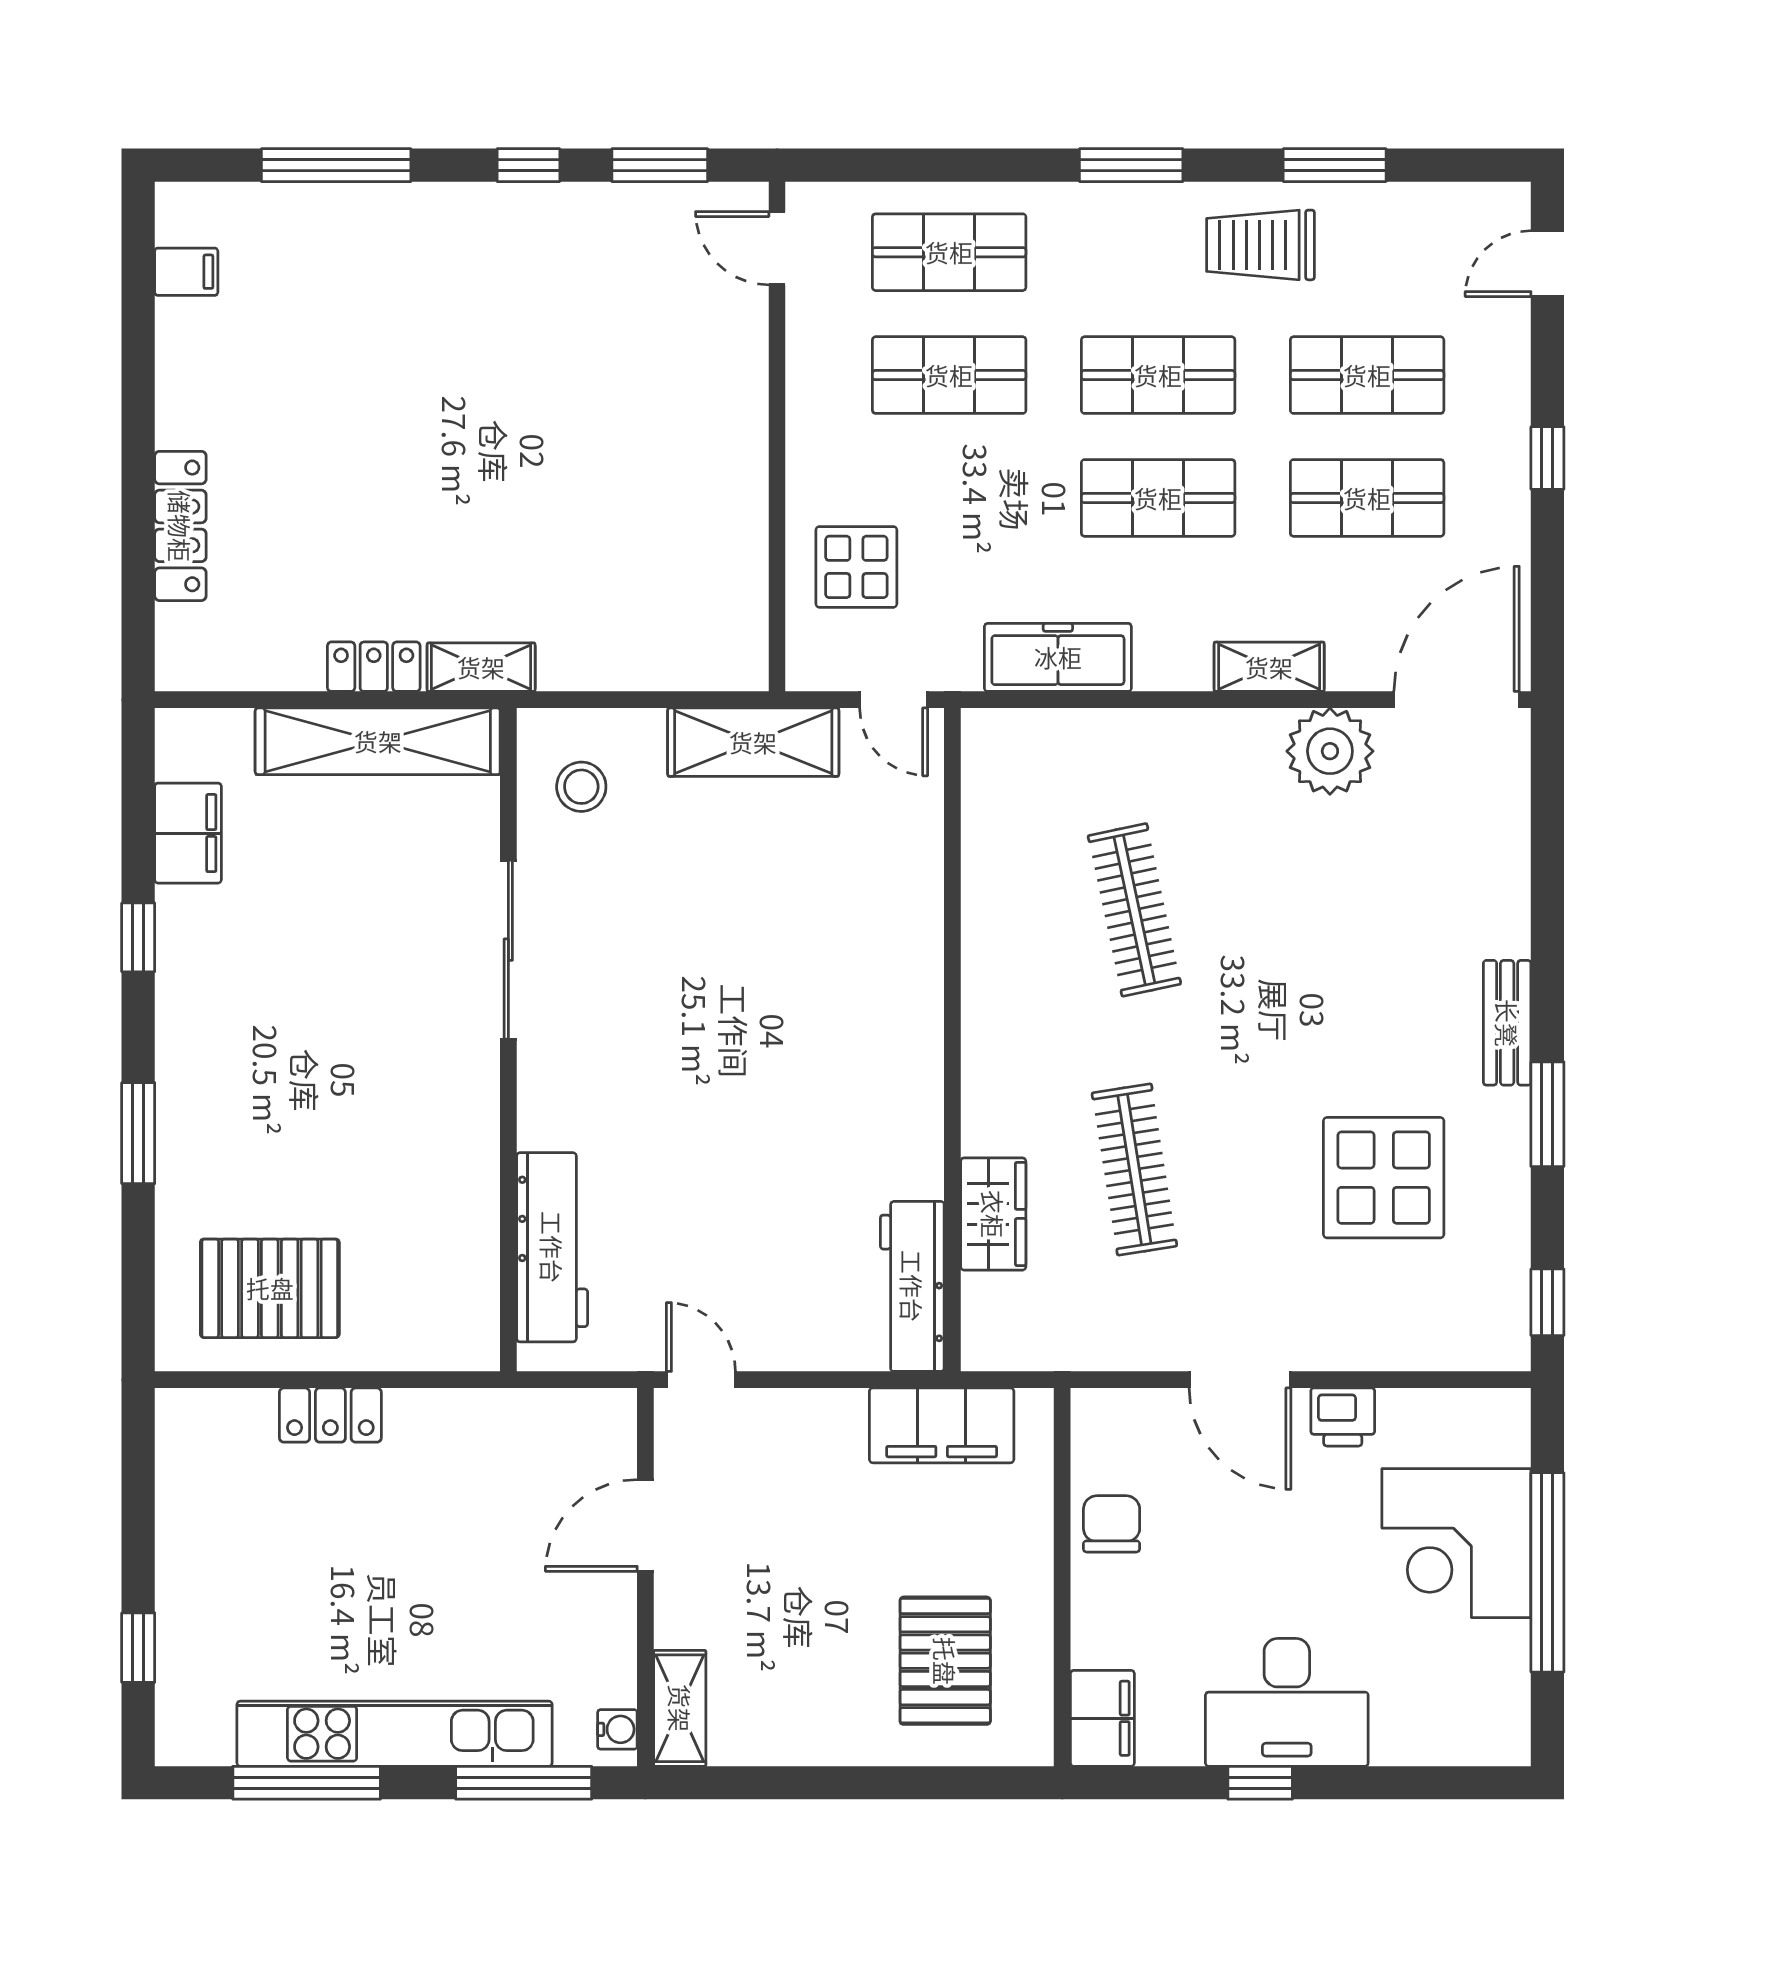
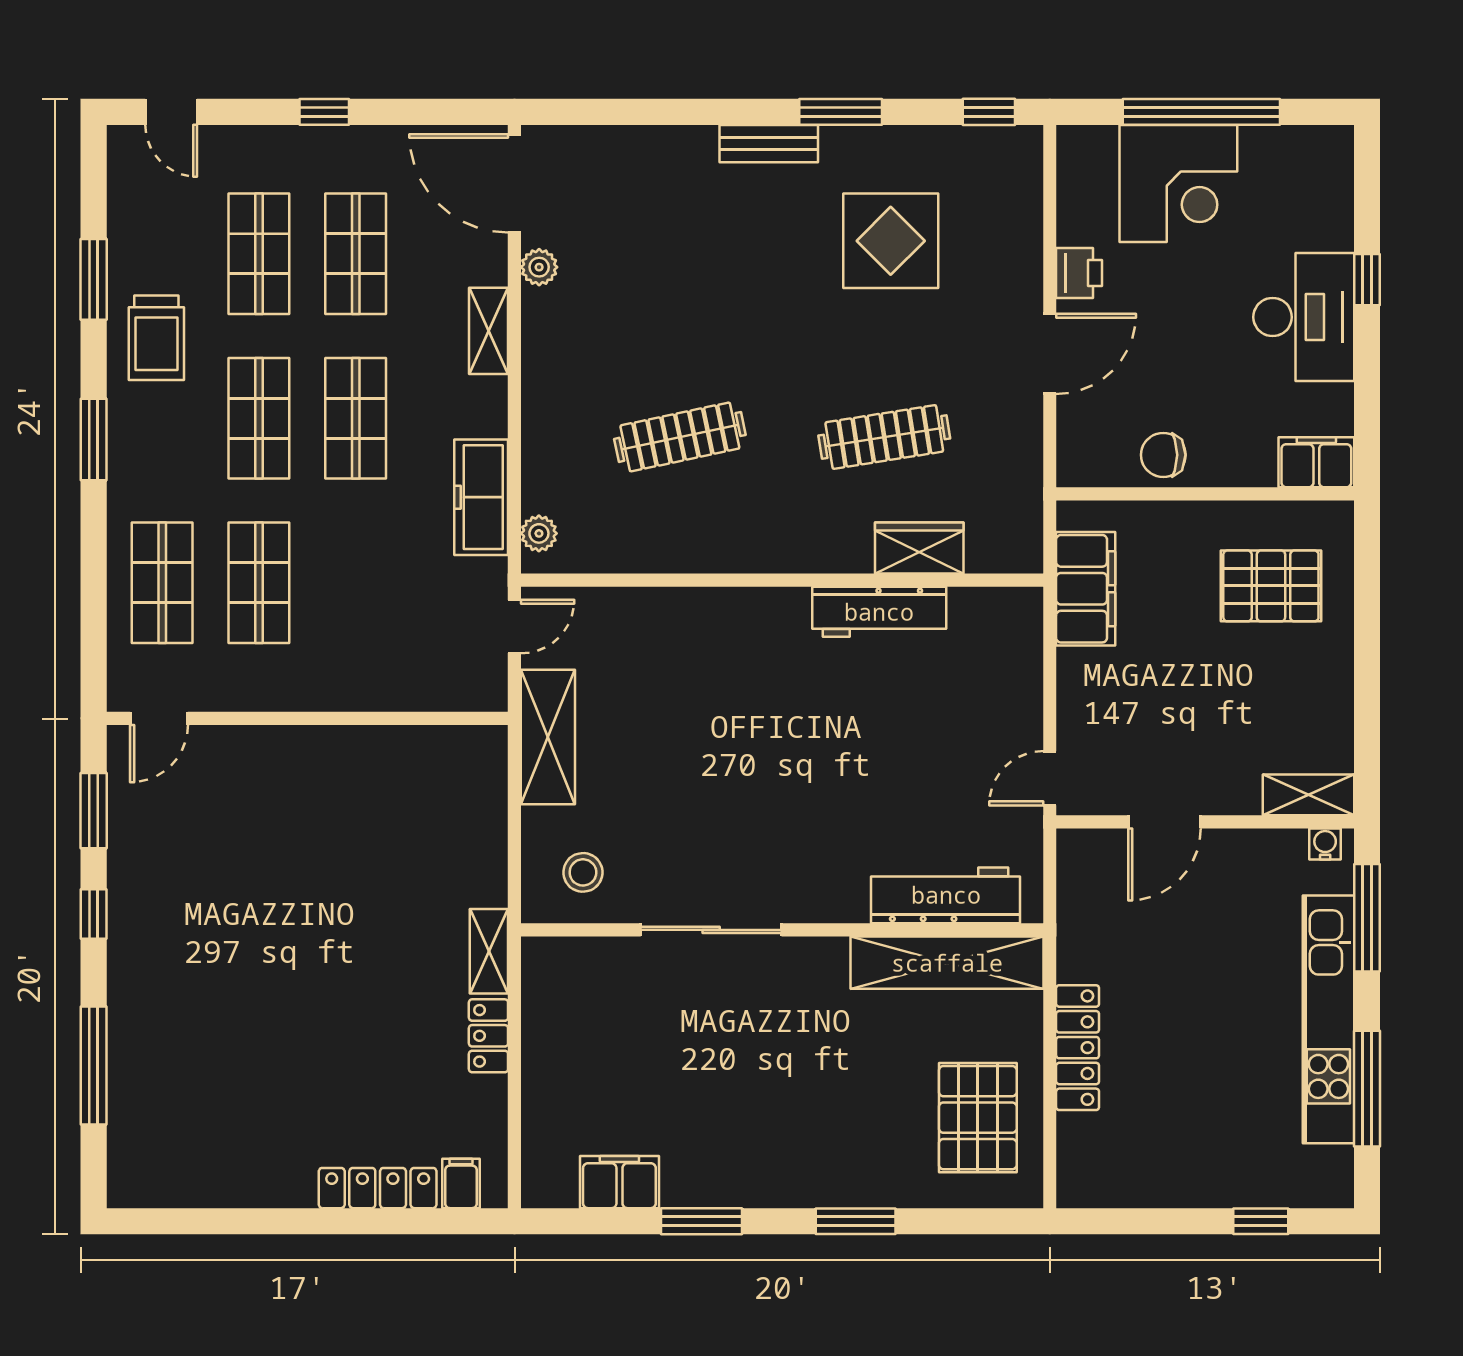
filing cabinet: (186, 272) -> (461, 1183), moved
display table: (856, 567) -> (410, 656), removed
plant: (1012, 731) -> (539, 533), added
shelving: (378, 741) -> (947, 963), moved, turned 90
plant: (1330, 751) -> (539, 267), width x0.53, depth x0.53
window: (138, 937) -> (702, 1221), width x1.50
workbench: (912, 1286) -> (879, 612), moved
locker: (330, 1415) -> (1078, 1048), width x1.53
door: (645, 1525) -> (1164, 822), hinge flipped
window: (1260, 1783) -> (1367, 280), moved

